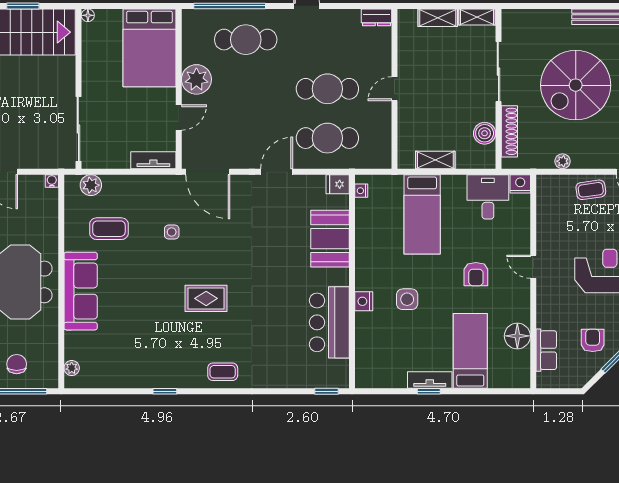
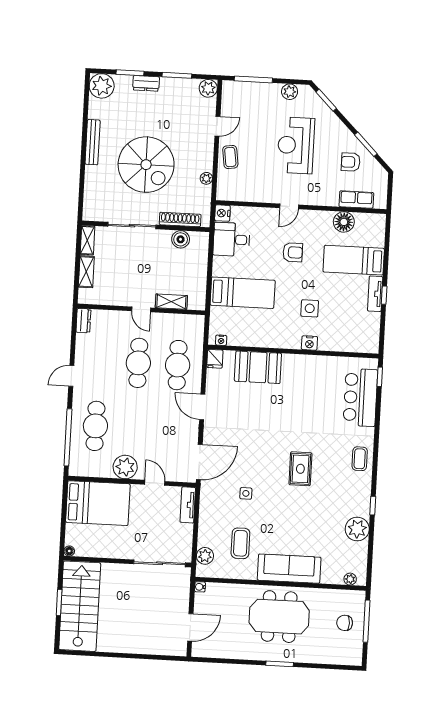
shelving: (435, 160) -> (171, 302), moved, turned 90
bar counter: (329, 322) -> (360, 397), moved, turned 90
plant: (135, 373) -> (357, 529), added

